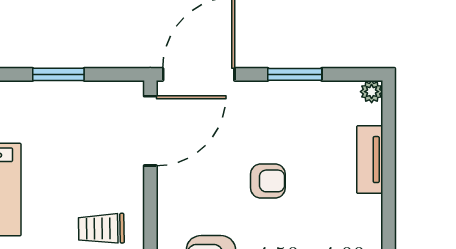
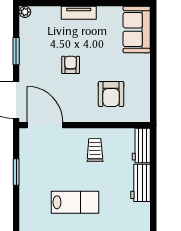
tv unit: (370, 160) -> (79, 13), moved
trolley: (101, 228) -> (95, 150), turned 180

